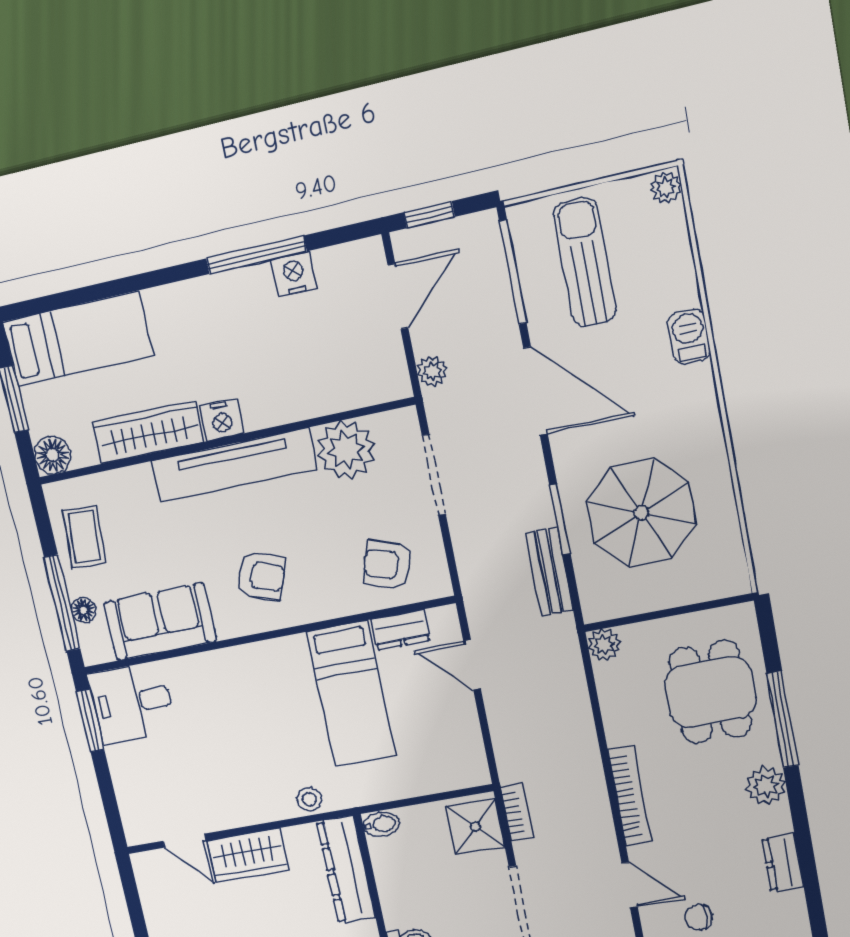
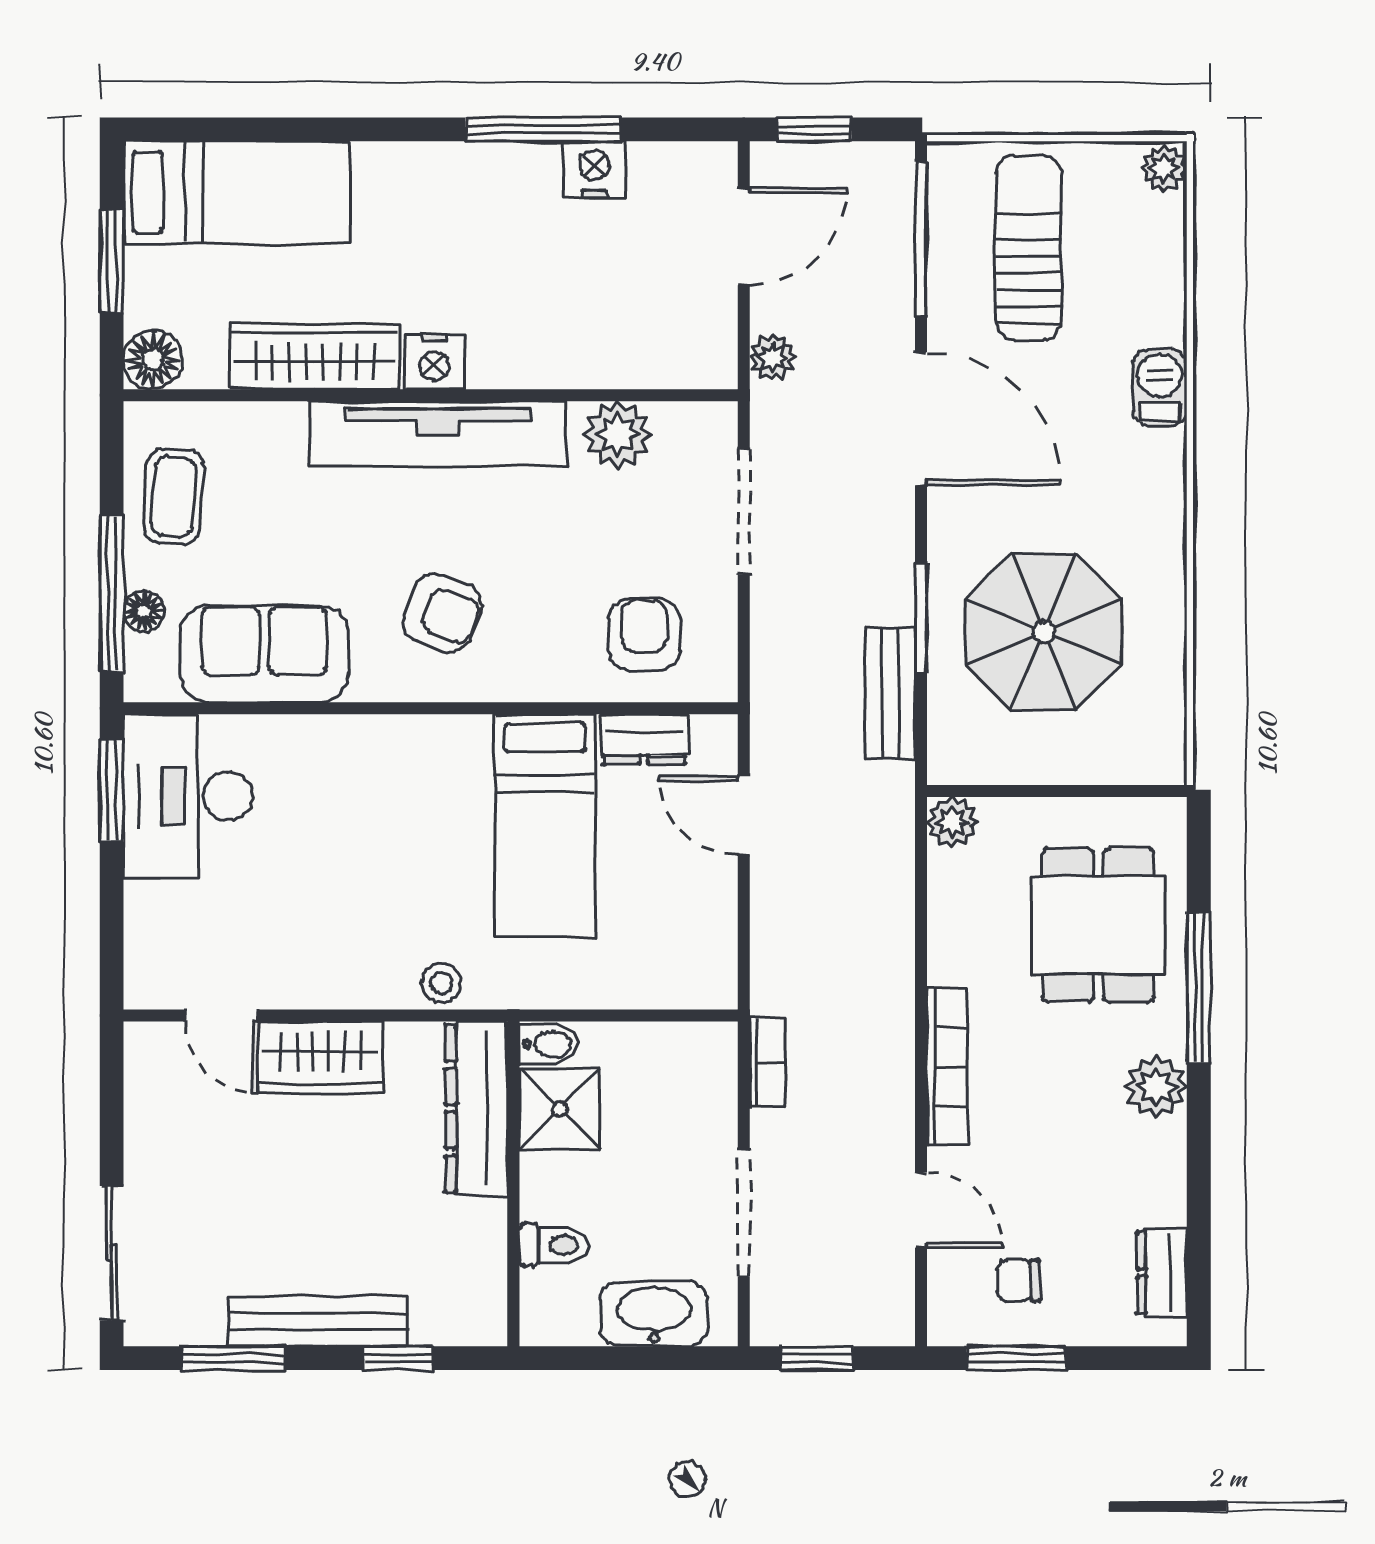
plant: (346, 450) -> (617, 435), width x0.73, depth x0.73
armchair: (388, 565) -> (645, 635), turned 71
desk: (132, 702) -> (188, 796), width x1.37
shower: (475, 827) -> (560, 1109), moved
dresser: (783, 862) -> (1162, 1273), moved

